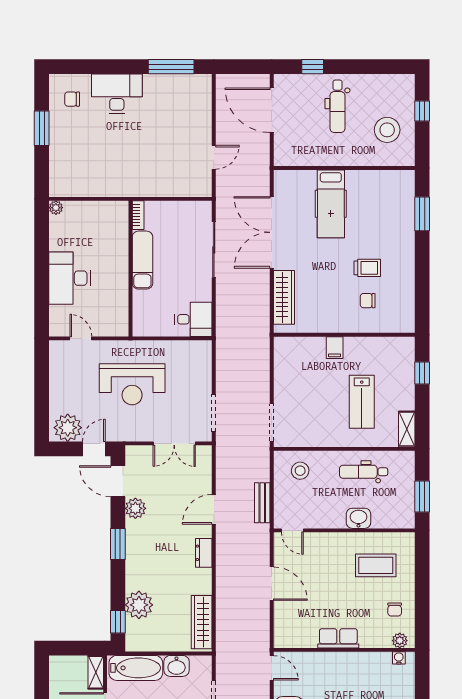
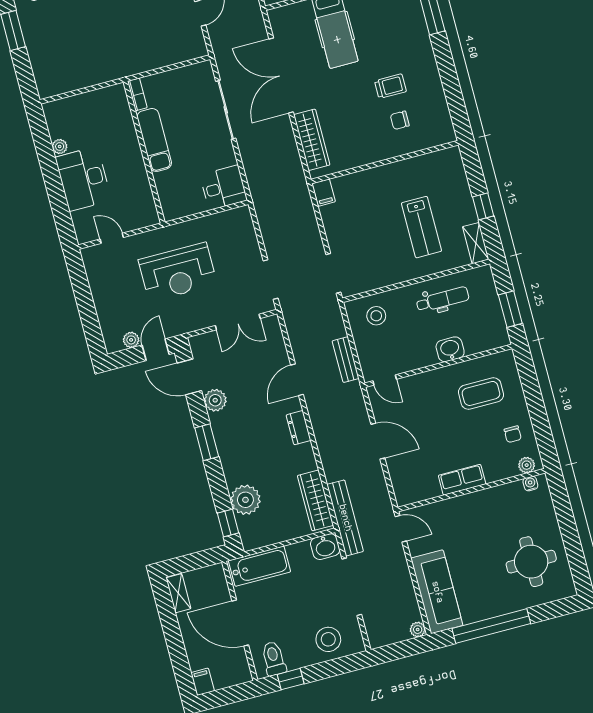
plant: (56, 208) -> (60, 146), moved
filing cabinet: (335, 348) -> (324, 193), moved
window: (422, 373) -> (483, 206), moved
plant: (68, 428) -> (131, 340), width x0.53, depth x0.53
dental chair: (364, 472) -> (443, 299), turned 180
bench: (224, 645) -> (345, 518), added
washbasin: (177, 666) -> (325, 547), moved
shelving: (96, 672) -> (178, 593), moved

